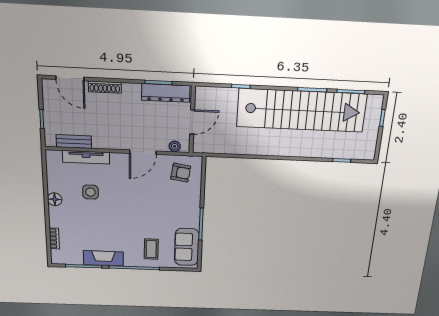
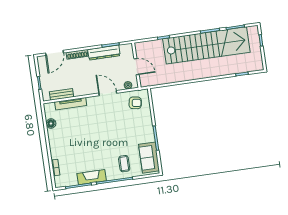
door: (70, 78) -> (55, 53), hinge flipped
dresser: (166, 93) -> (104, 53), moved
door: (192, 122) -> (137, 67), hinge flipped
door: (143, 152) -> (108, 93), swing flipped
side table: (90, 192) -> (77, 128), removed
floor lamp: (55, 199) -> (51, 124), moved

